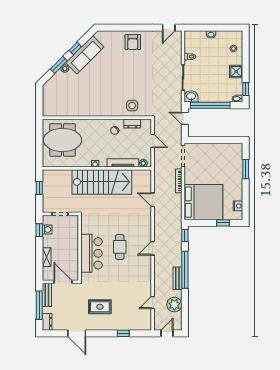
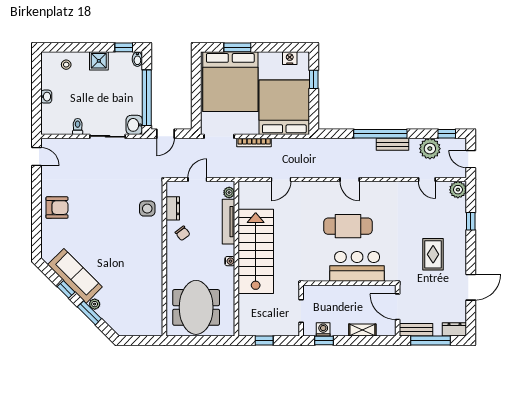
bed: (221, 164) -> (230, 82), added
window: (185, 235) -> (447, 134), moved
cafe table: (120, 247) -> (348, 226), width x1.37, depth x1.35
door: (63, 282) -> (398, 307), hinge flipped
plant: (145, 324) -> (458, 190), added

